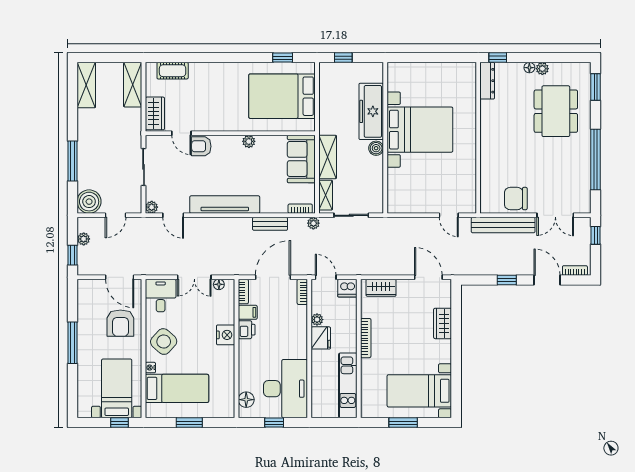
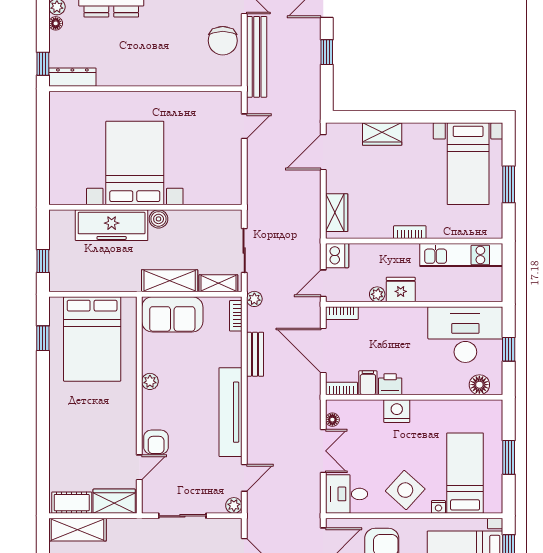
cot: (173, 71) -> (72, 503), moved, turned 90
bookcase: (366, 338) -> (410, 232), width x0.64

